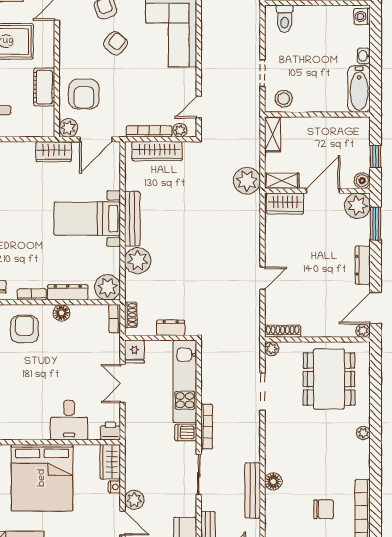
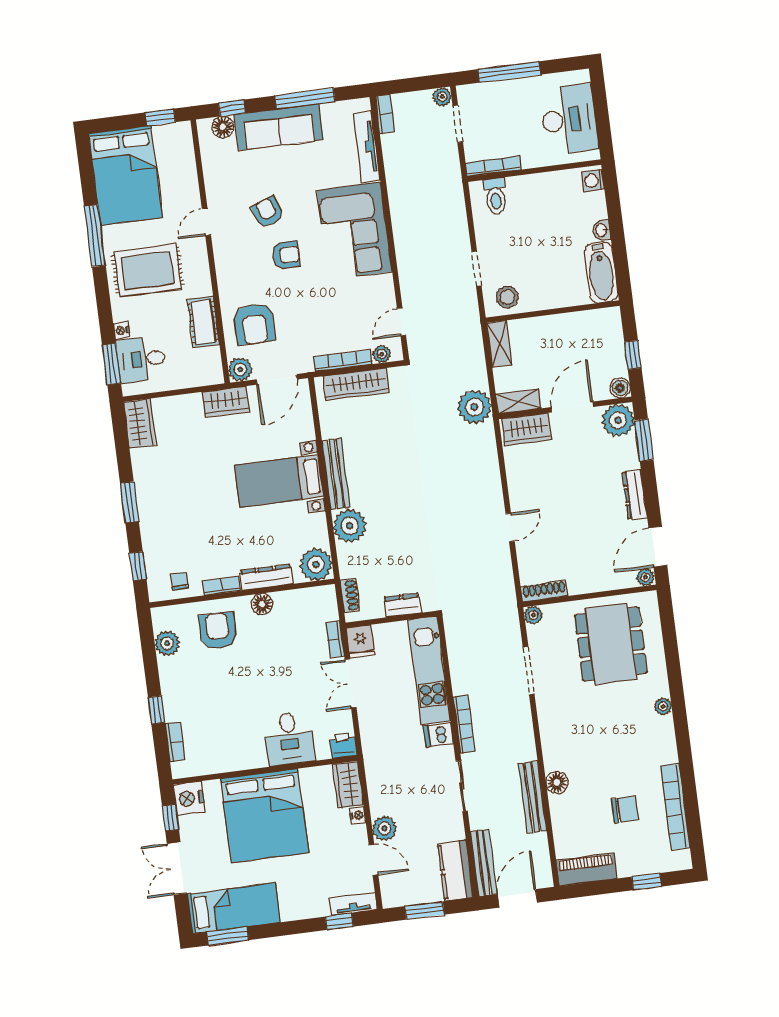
armchair: (115, 43) -> (286, 255), turned 51
bookcase: (115, 319) -> (335, 639), moved

